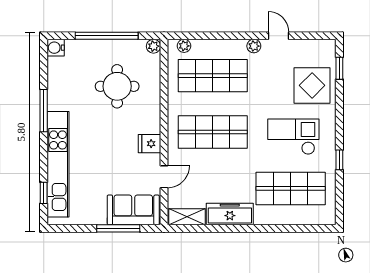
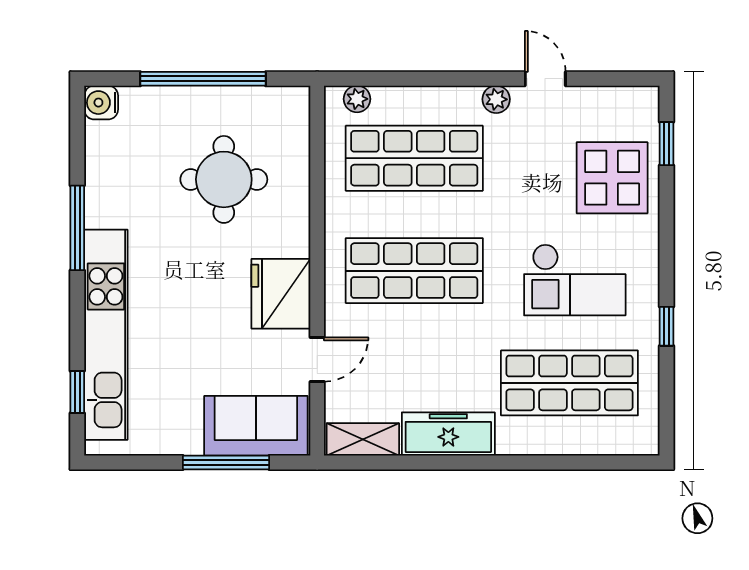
plant: (153, 46) -> (296, 100), removed
checkout: (293, 137) -> (575, 280), turned 180
fridge: (149, 144) -> (281, 294), width x1.88, depth x1.34

